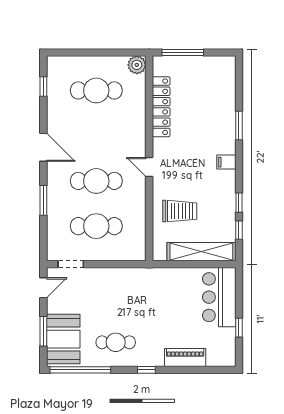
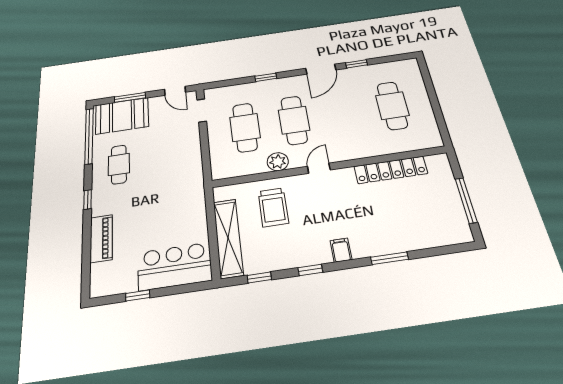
window: (183, 52) -> (466, 200), moved
plant: (137, 65) -> (278, 162), moved
window: (43, 86) -> (356, 64), moved
window: (43, 200) -> (266, 77), width x0.67
window: (239, 203) -> (310, 270), moved

